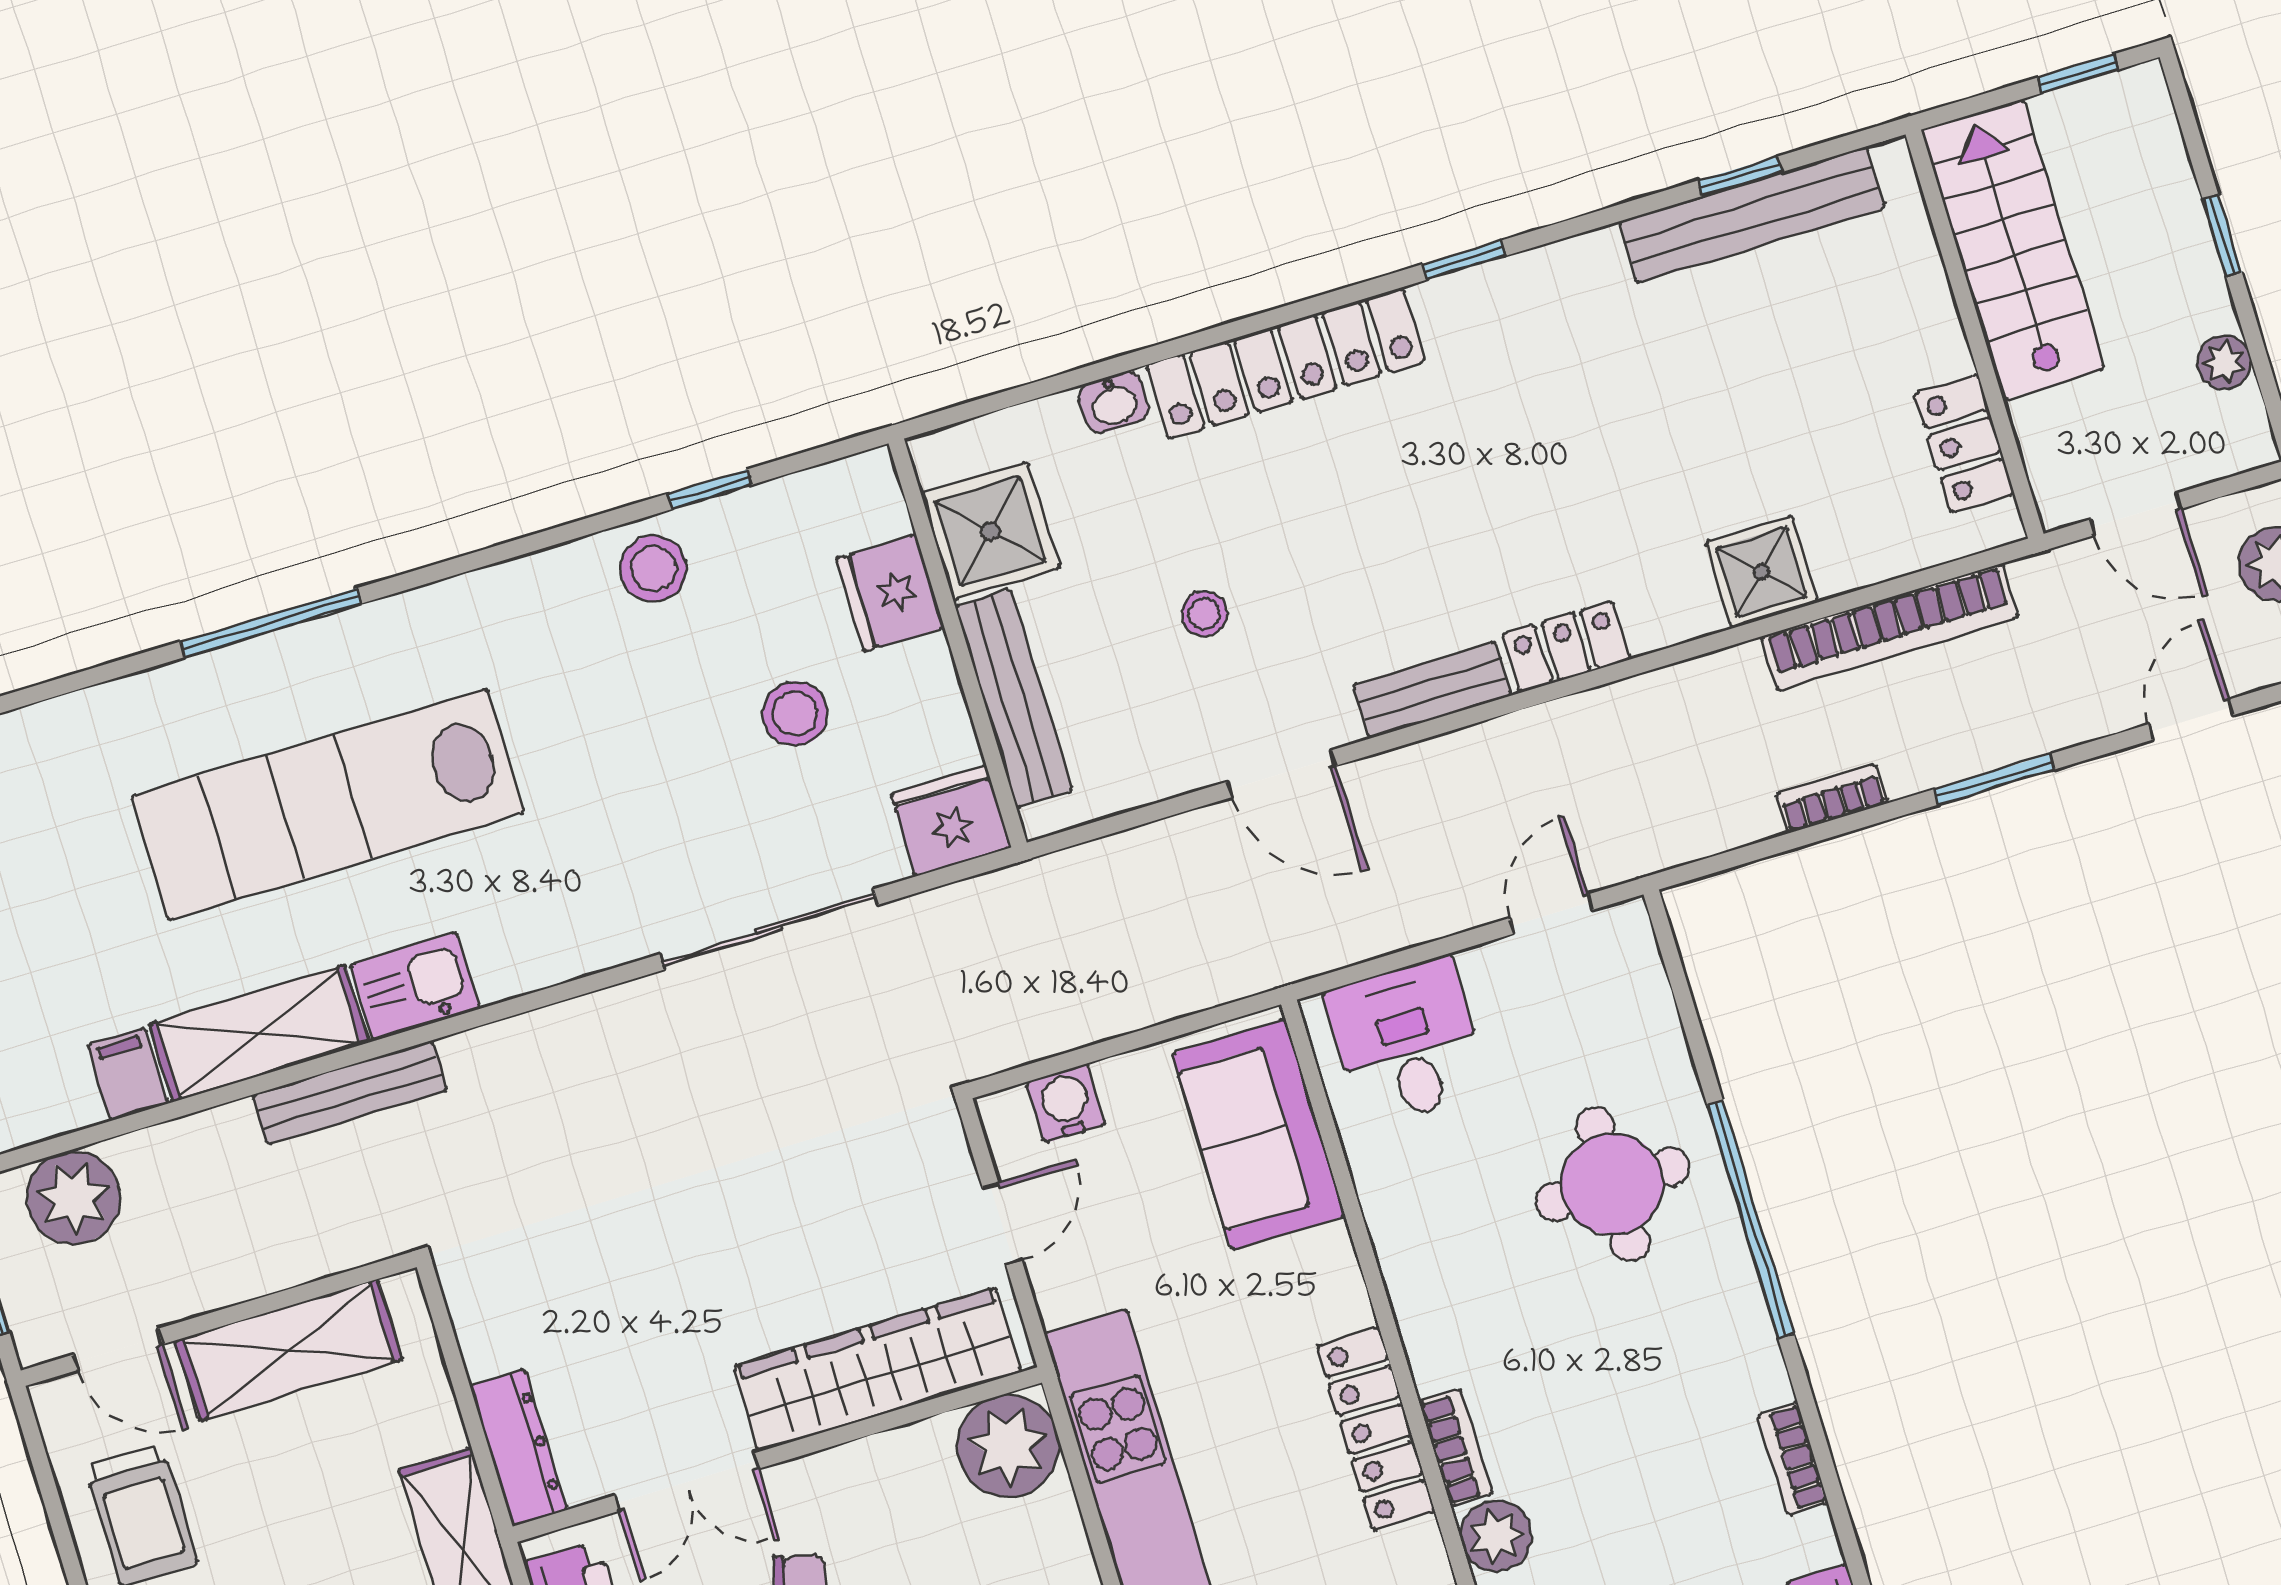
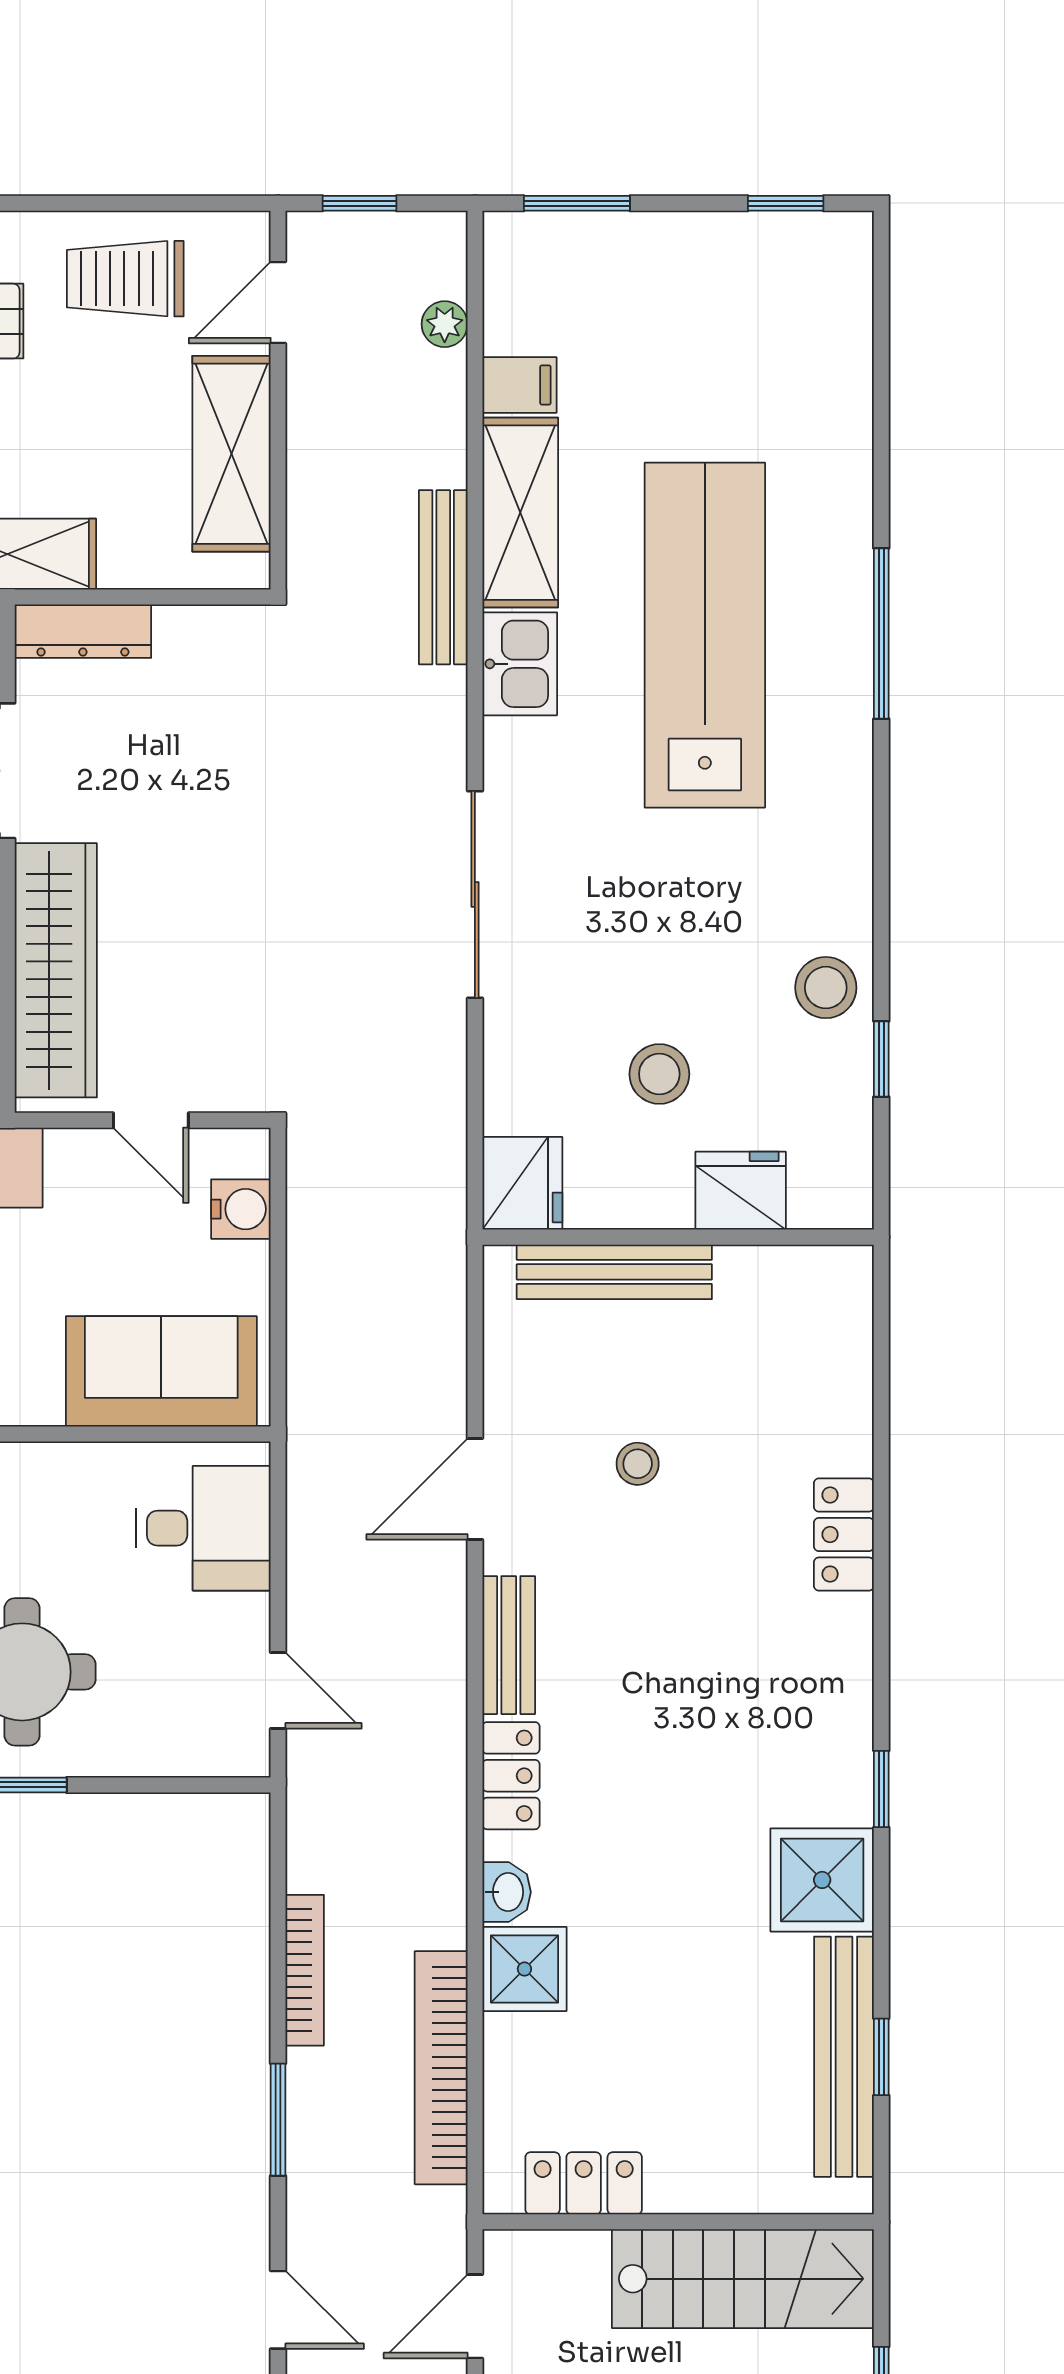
locker: (1286, 363) -> (844, 1535), width x0.46, depth x0.83
washbasin: (1114, 402) -> (507, 1892), moved, turned 180
shower: (990, 531) -> (822, 1880), moved
bookcase: (1832, 799) -> (305, 1970), width x1.56
sliding door: (769, 930) -> (475, 894), moved
plant: (74, 1198) -> (445, 324), width x0.53, depth x0.53

